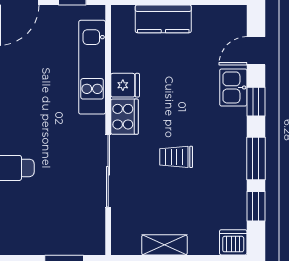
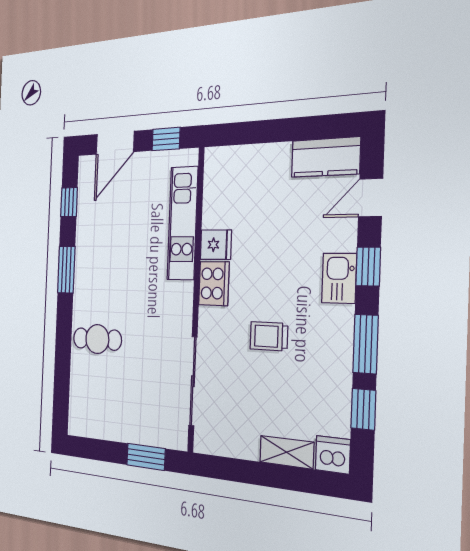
kitchen counter: (163, 19) -> (326, 157), moved
kitchen sink: (233, 87) -> (339, 278), moved
sliding door: (108, 171) -> (193, 381), moved
shelving: (164, 245) -> (287, 452), moved

